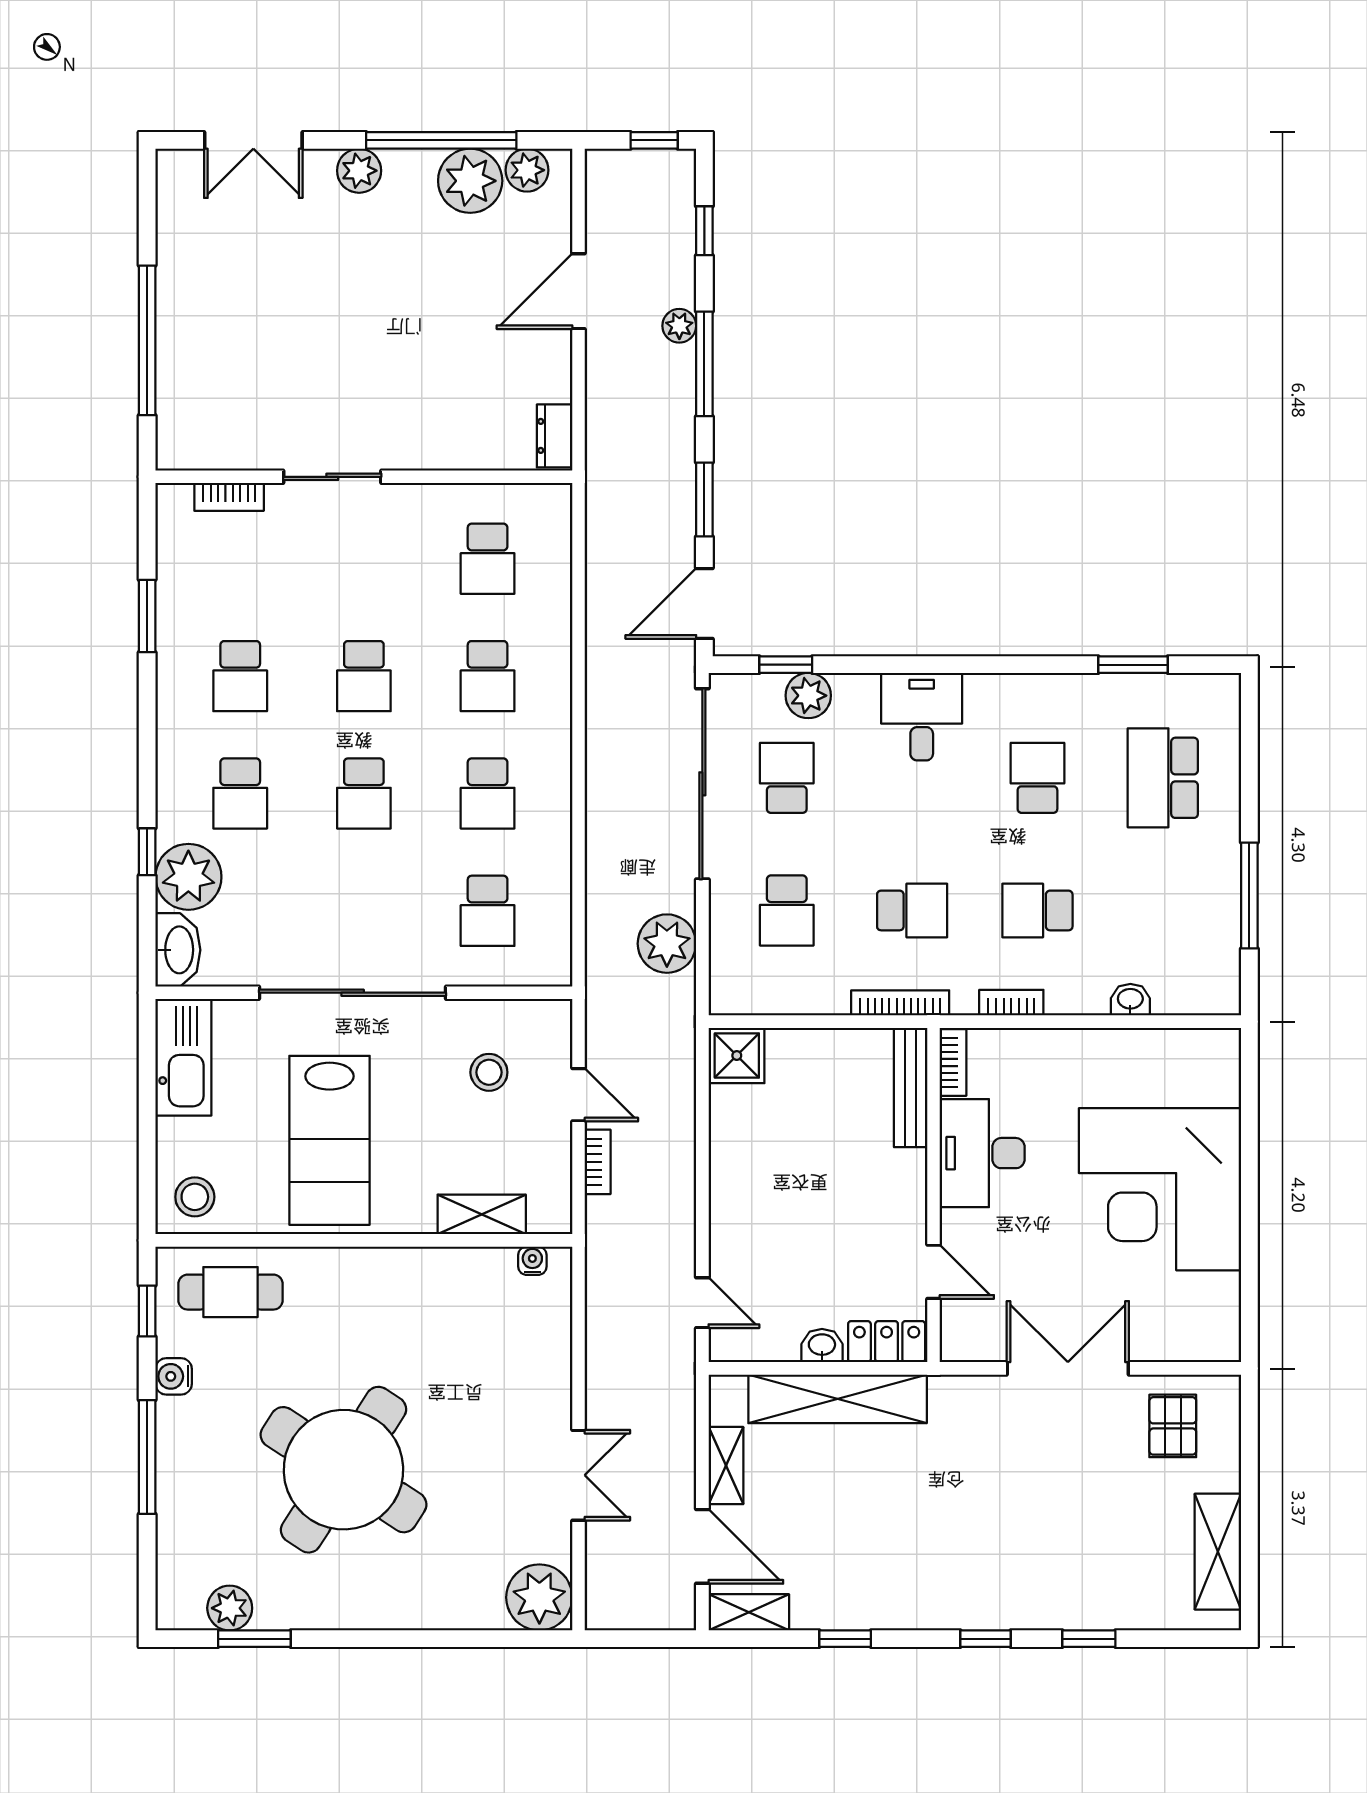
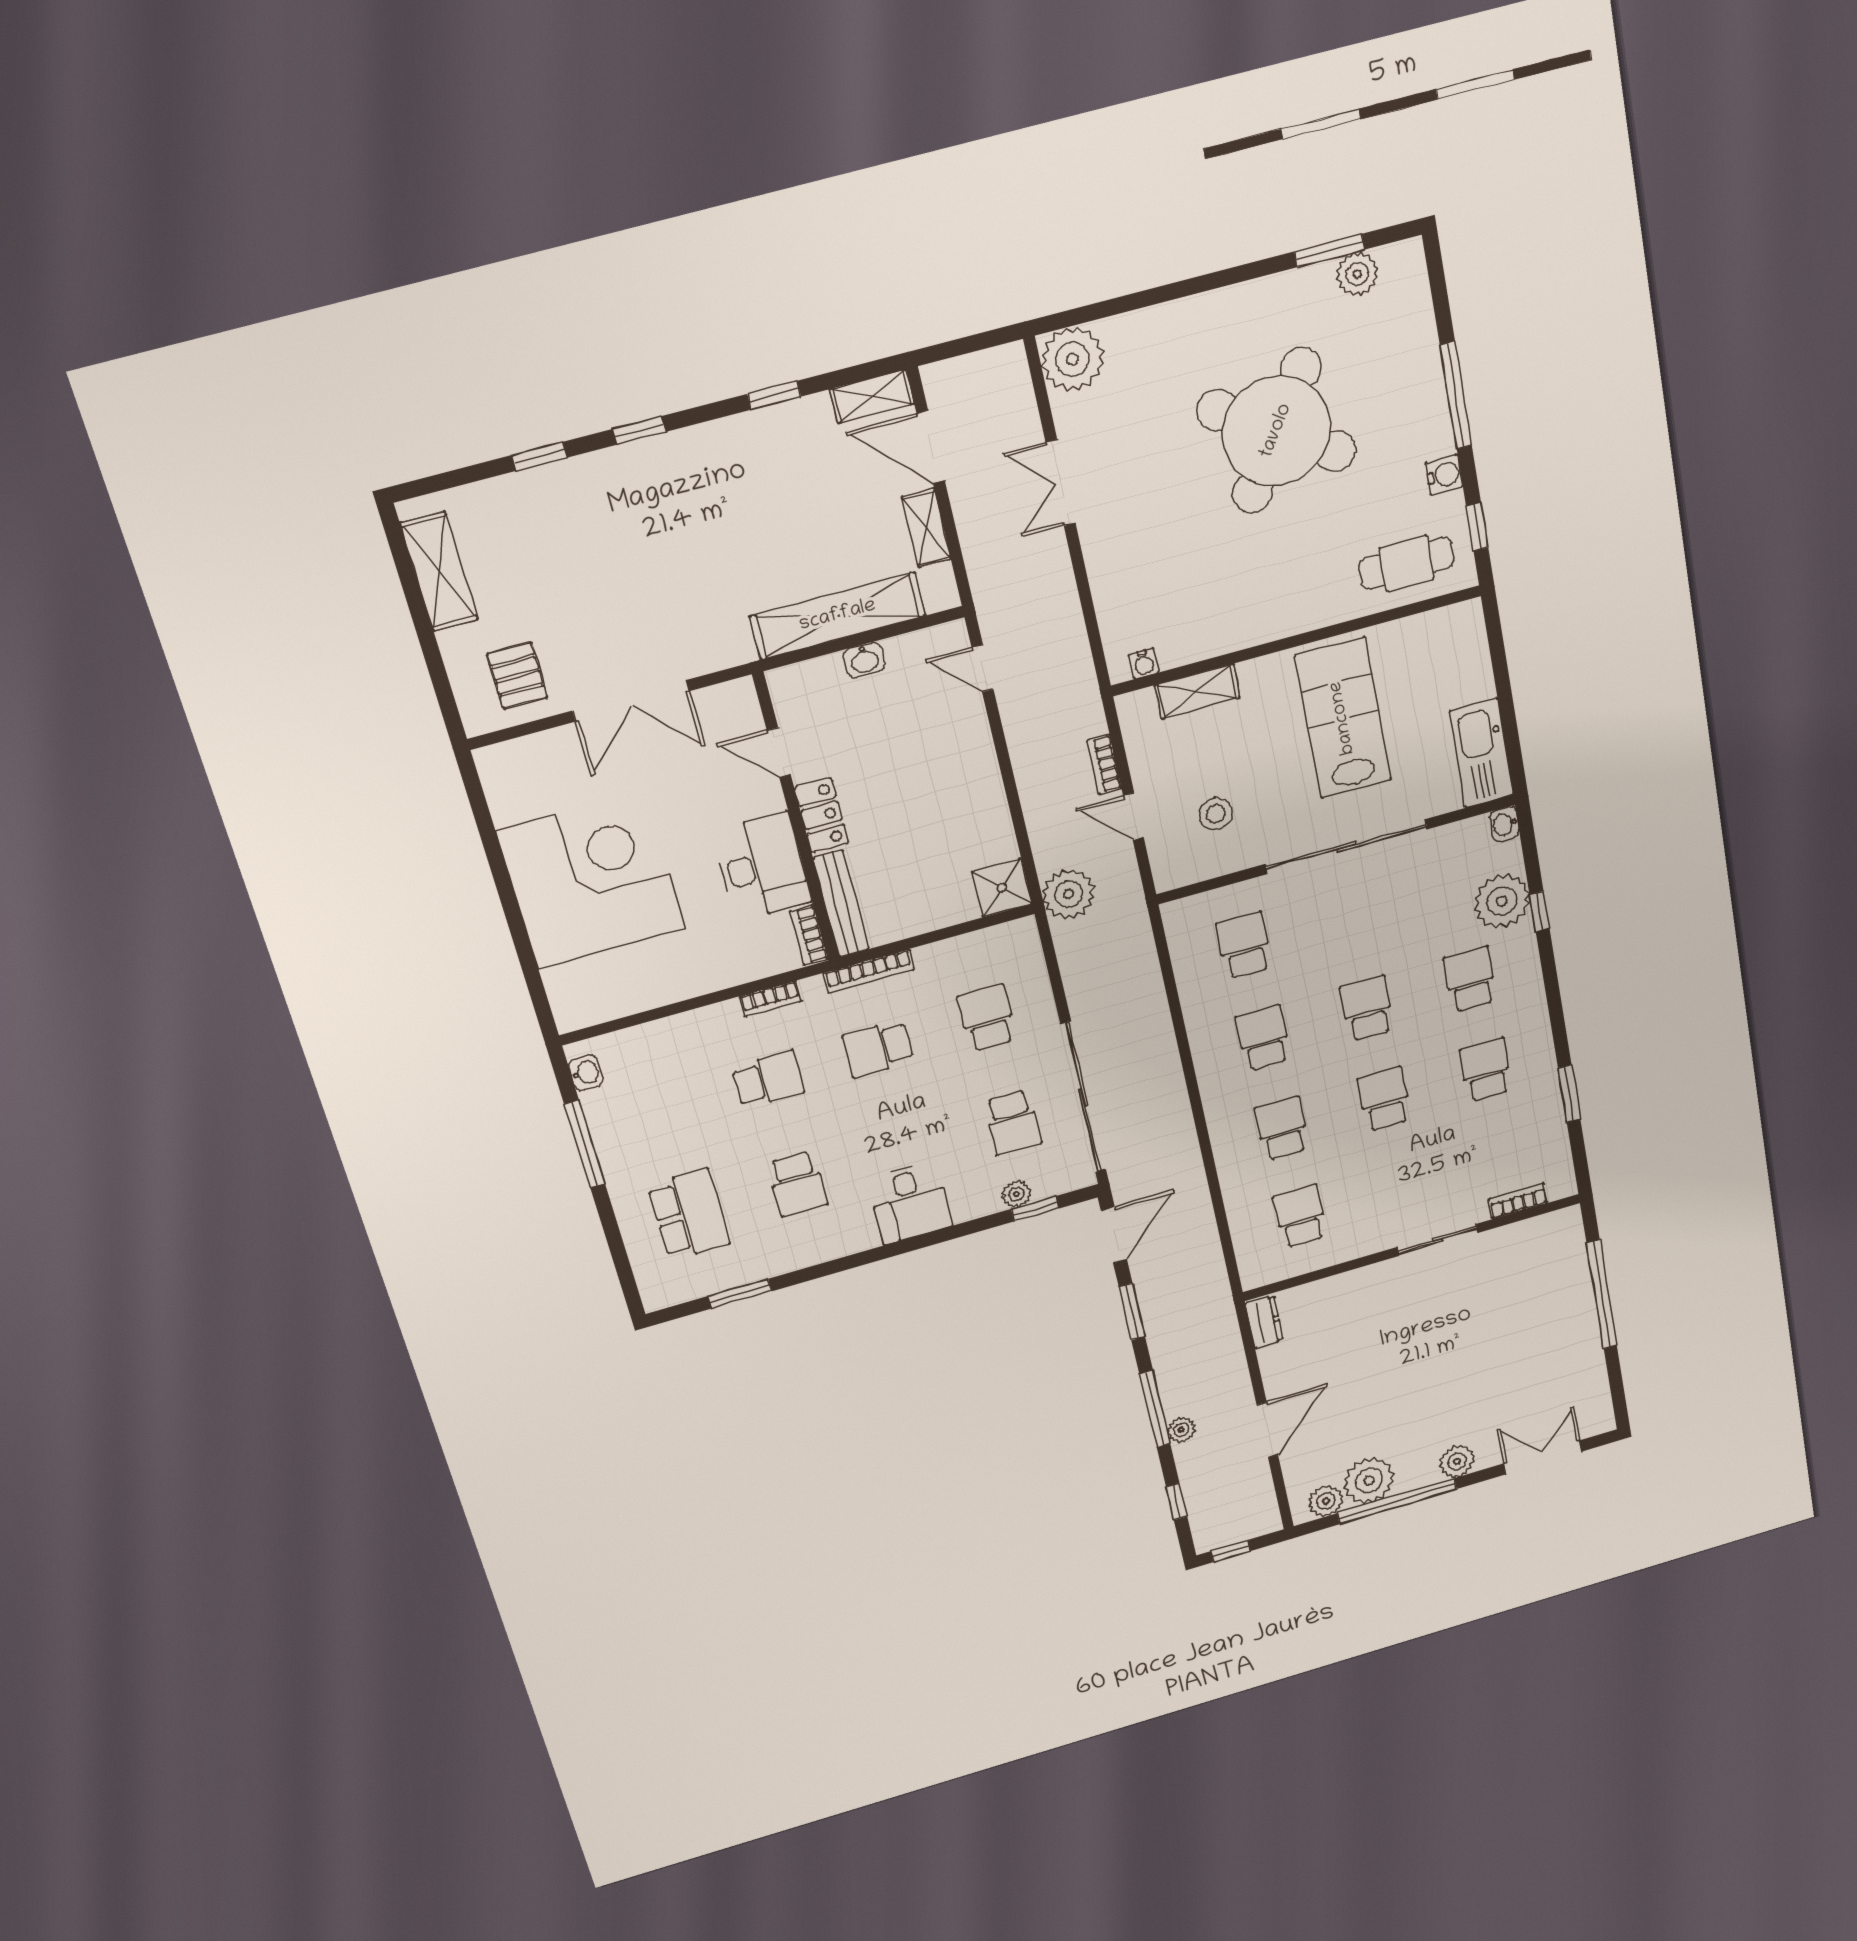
plant: (808, 696) -> (1016, 1194), width x0.73, depth x0.73
plant: (667, 944) -> (1069, 894), moved
washbasin: (178, 950) -> (1504, 824), width x0.52, depth x0.69
washbasin: (1130, 1000) -> (586, 1073), moved, turned -90
stool: (195, 1197) -> (1452, 638), removed
locker: (887, 1342) -> (822, 815), moved, turned -90

